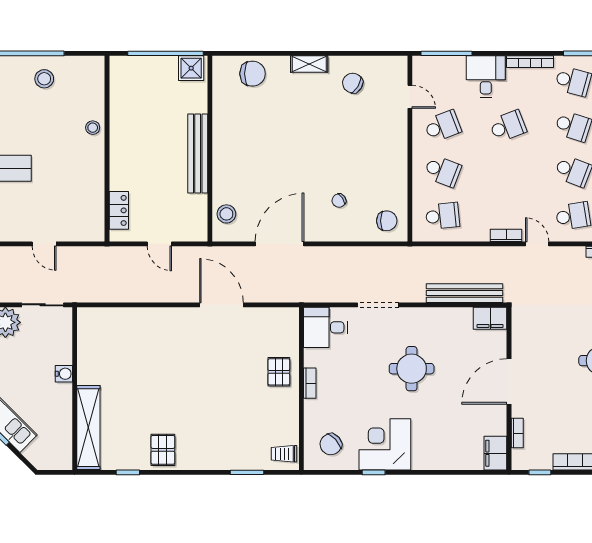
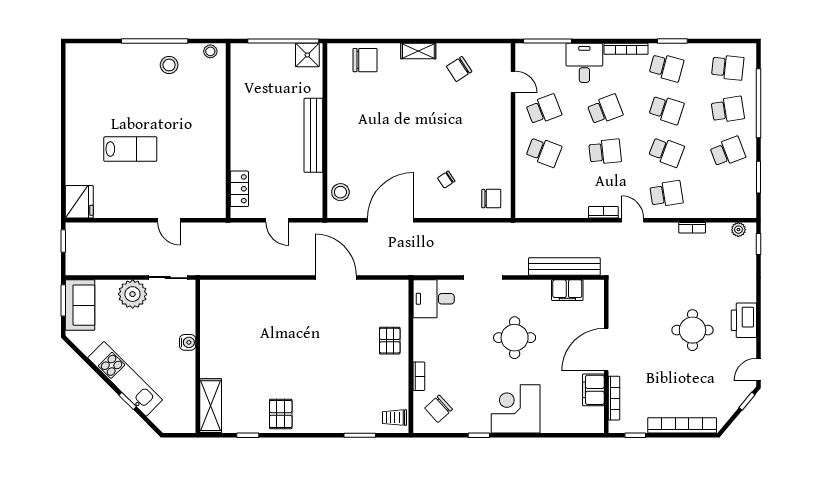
chair: (353, 83) -> (459, 69), turned -64
stool: (93, 128) -> (210, 51), moved
school desk: (443, 216) -> (605, 152), moved
filing cabinet: (490, 318) -> (567, 290), moved
bookcase: (310, 383) -> (419, 376), moved
shelving: (88, 428) -> (211, 406), width x0.68
bookcase: (517, 433) -> (614, 398), width x1.56
corner desk: (385, 444) -> (516, 409), moved
filing cabinet: (495, 453) -> (593, 390), moved

